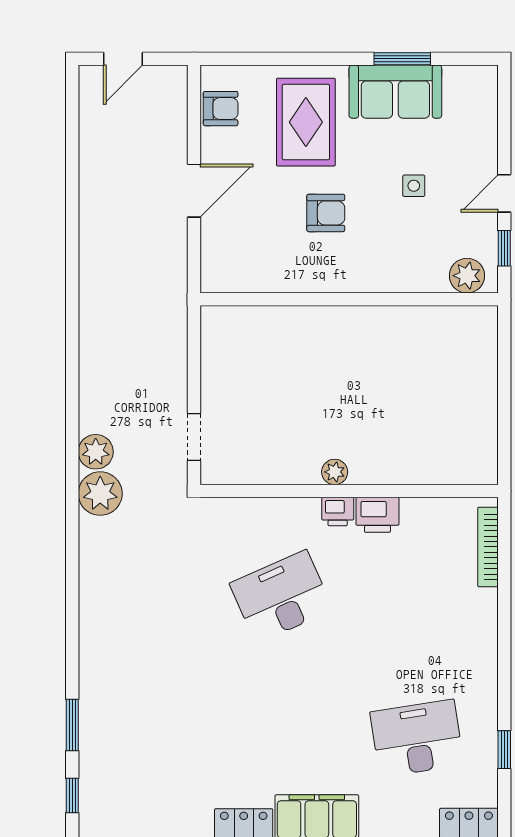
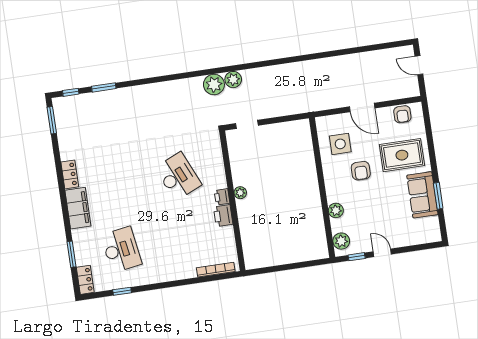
side table: (414, 186) -> (340, 144), moved, width x1.87, depth x1.87
plant: (401, 278) -> (336, 210), added

